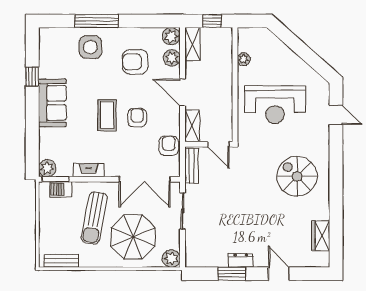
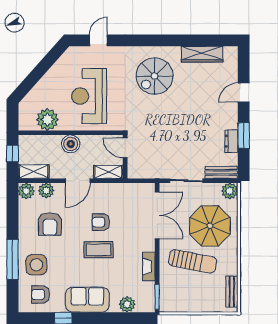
plant: (244, 59) -> (47, 120), width x1.88, depth x1.88
boiler: (223, 85) -> (71, 144), added
reception desk: (275, 105) -> (89, 96), turned 180
door: (218, 144) -> (125, 148), swing flipped
armchair: (169, 146) -> (41, 294), moved
bench: (192, 166) -> (221, 172), moved
plant: (47, 168) -> (127, 304), moved
barbecue: (61, 189) -> (166, 292), removed
wardrobe: (321, 236) -> (202, 54), width x1.50
dresser: (241, 260) -> (231, 141), moved

